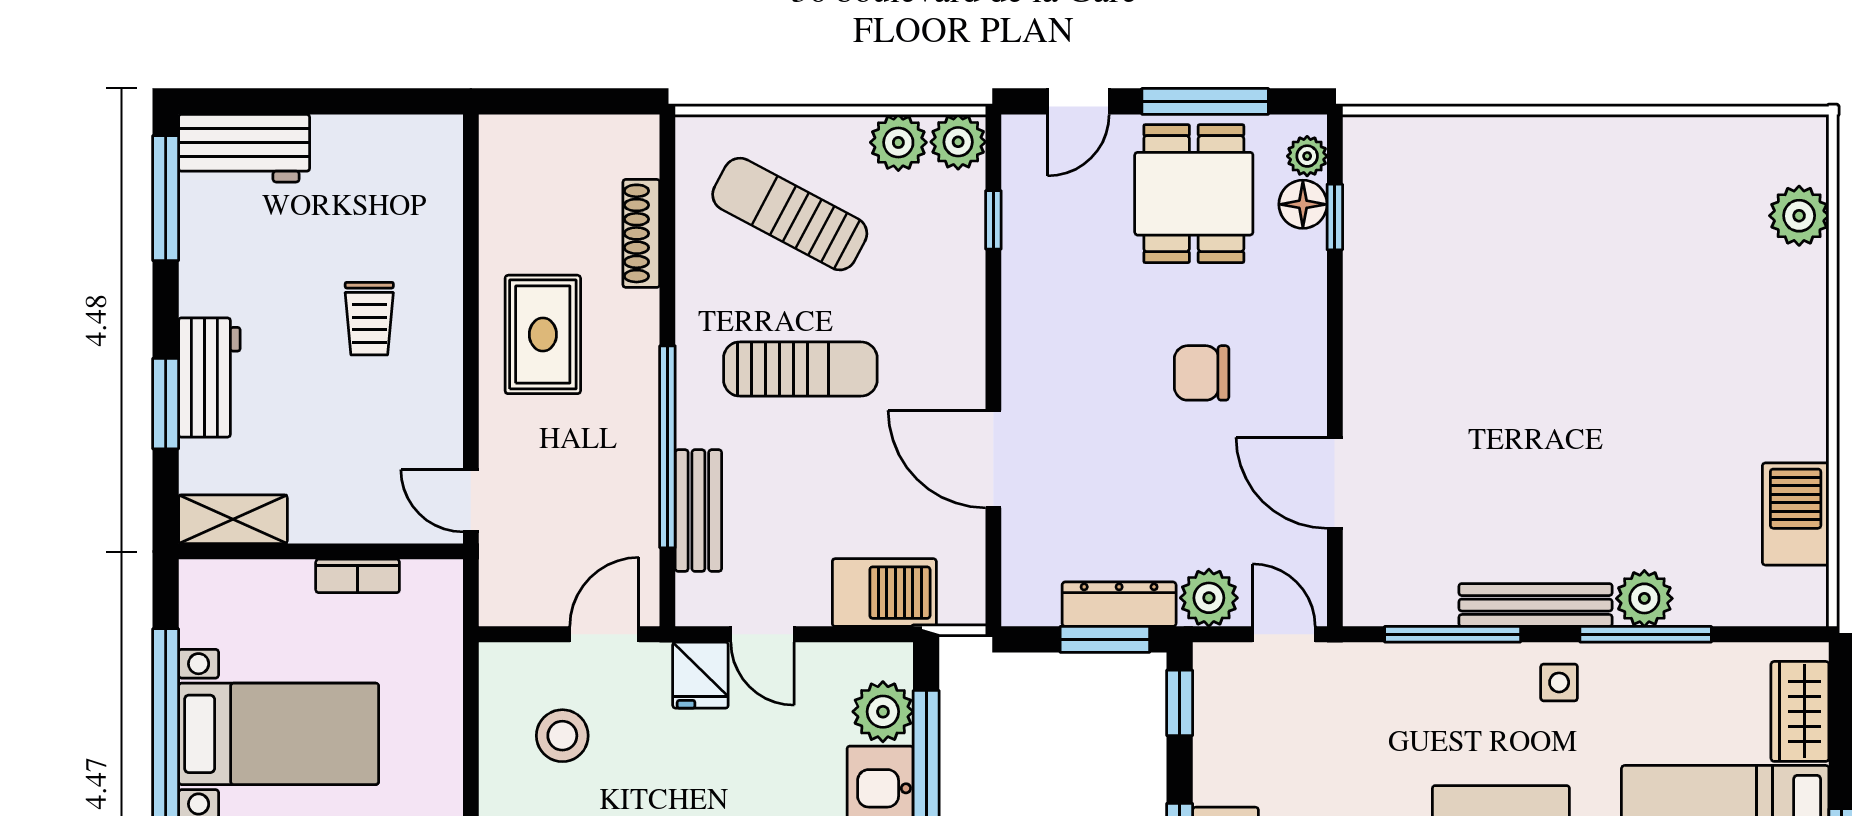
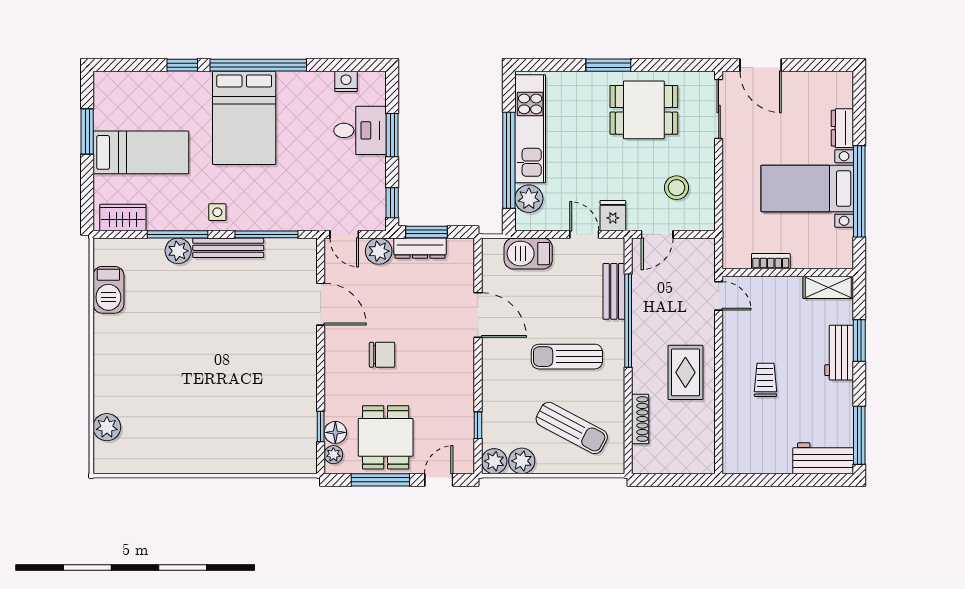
wardrobe: (1800, 711) -> (123, 217), moved, turned -90

